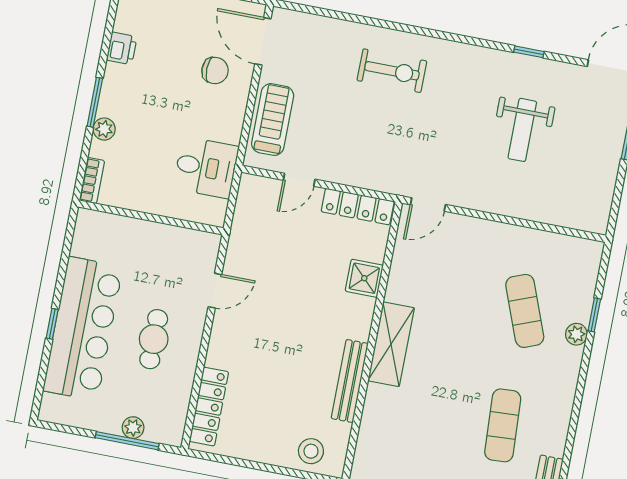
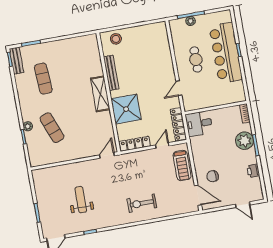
plant: (104, 129) -> (245, 141), width x1.87, depth x1.87
desk: (206, 168) -> (199, 124), moved
shower: (364, 278) -> (126, 109), width x1.86, depth x1.86
locker: (209, 407) -> (178, 124), moved

